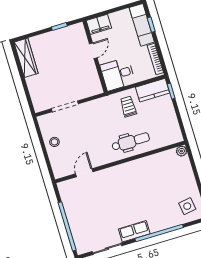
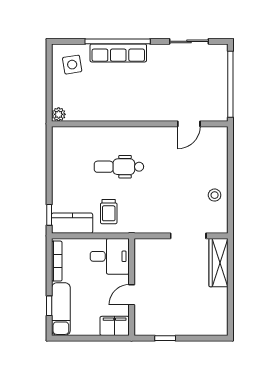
wardrobe: (26, 58) -> (219, 263), moved
plant: (182, 151) -> (59, 114), moved
wall: (120, 162) -> (140, 124), moved
door: (84, 173) -> (189, 124), moved
row of seats: (134, 231) -> (118, 53), moved, width x1.48

